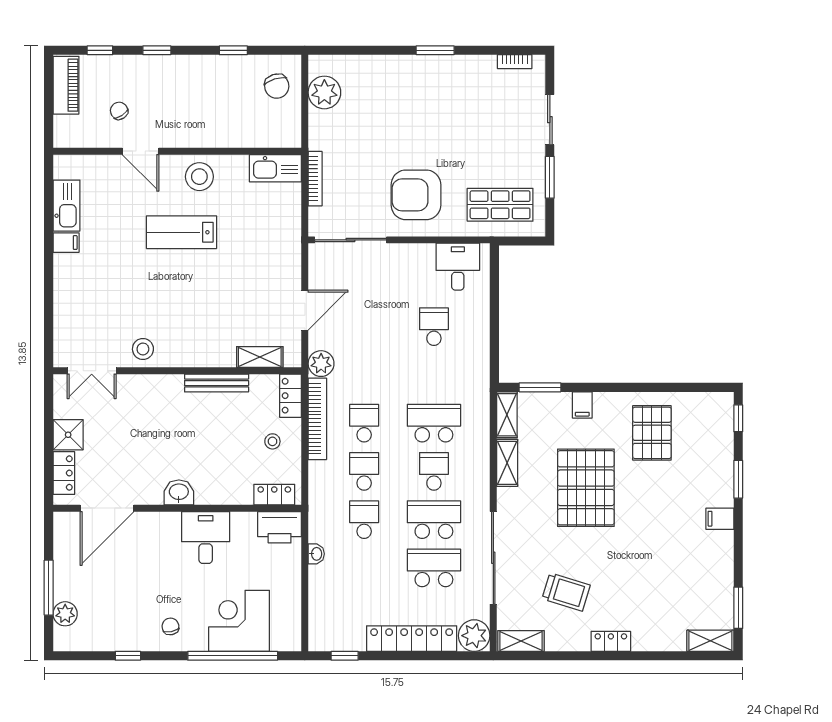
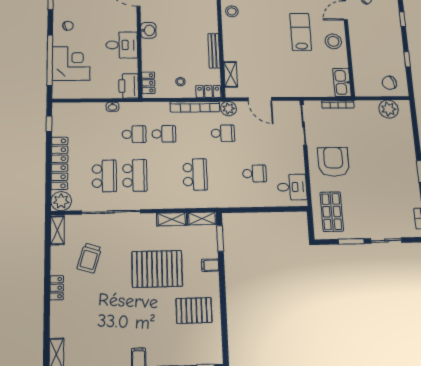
school desk: (364, 423) -> (223, 133), moved
school desk: (434, 471) -> (165, 175), removed

